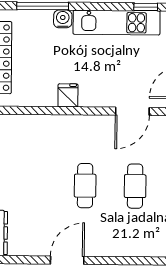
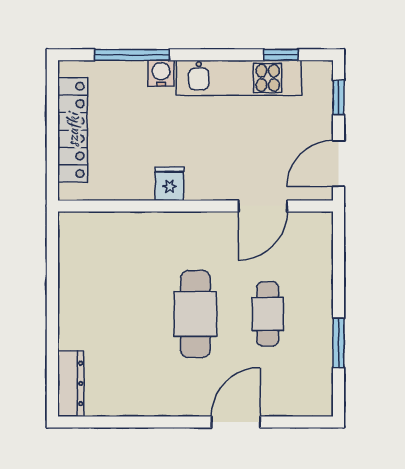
cafe table: (85, 186) -> (195, 314), width x1.37, depth x1.35
door: (67, 260) -> (236, 422), moved

